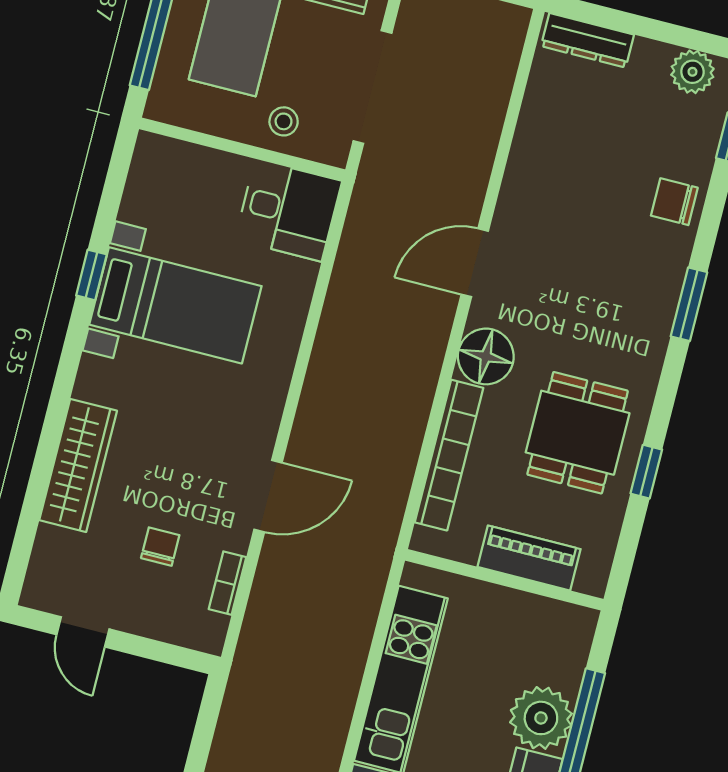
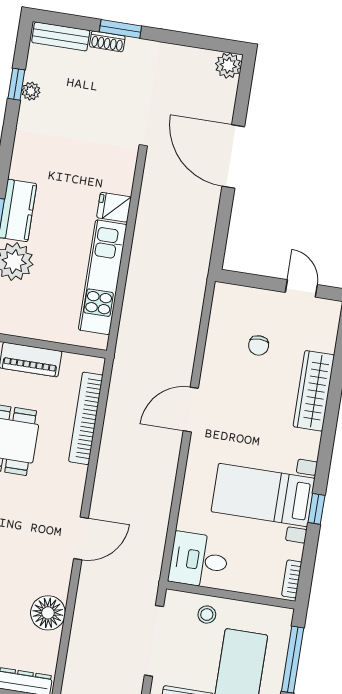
floor lamp: (486, 356) -> (48, 613), moved
door: (268, 496) -> (191, 410), moved
bookcase: (227, 583) -> (292, 579), moved, turned 180

